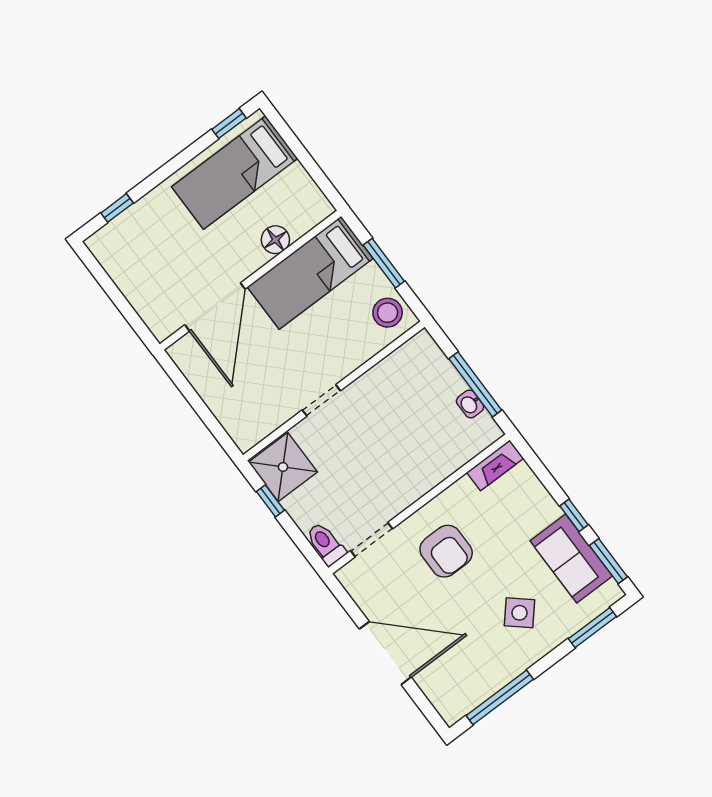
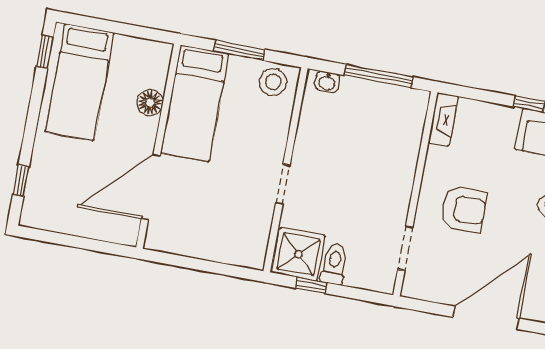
door: (215, 307) -> (151, 187), swing flipped
washbasin: (470, 404) -> (327, 82), moved
toilet: (326, 544) -> (334, 264), moved, turned 90

